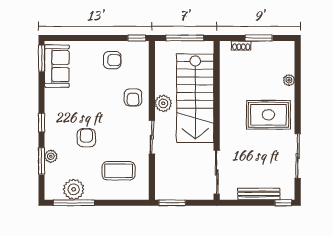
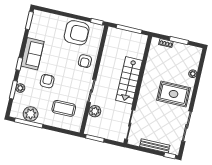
armchair: (112, 60) -> (77, 33), width x1.88, depth x1.88
sofa: (57, 66) -> (32, 54), moved
stairs: (195, 98) -> (129, 80), width x0.73, depth x0.66
plant: (163, 103) -> (95, 111), moved

